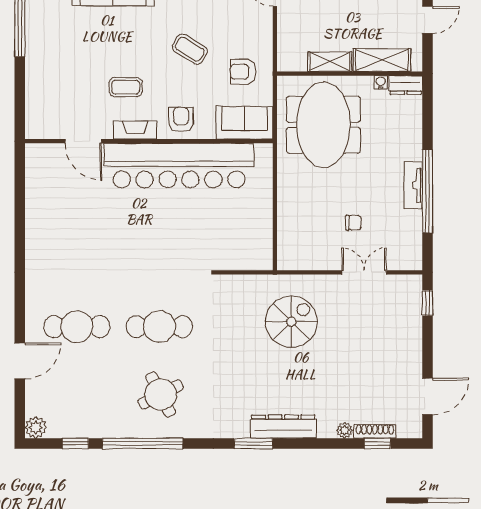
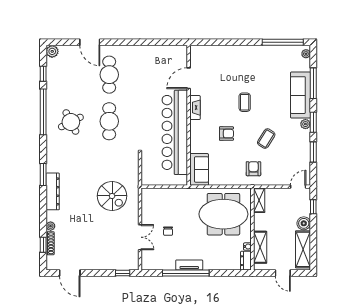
shelving: (330, 62) -> (259, 200), moved
sofa: (245, 123) -> (199, 169), moved
fireplace: (135, 130) -> (195, 108), moved
door: (83, 141) -> (189, 78), moved
wall: (149, 141) -> (189, 115), moved
bar counter: (179, 166) -> (175, 132), moved

